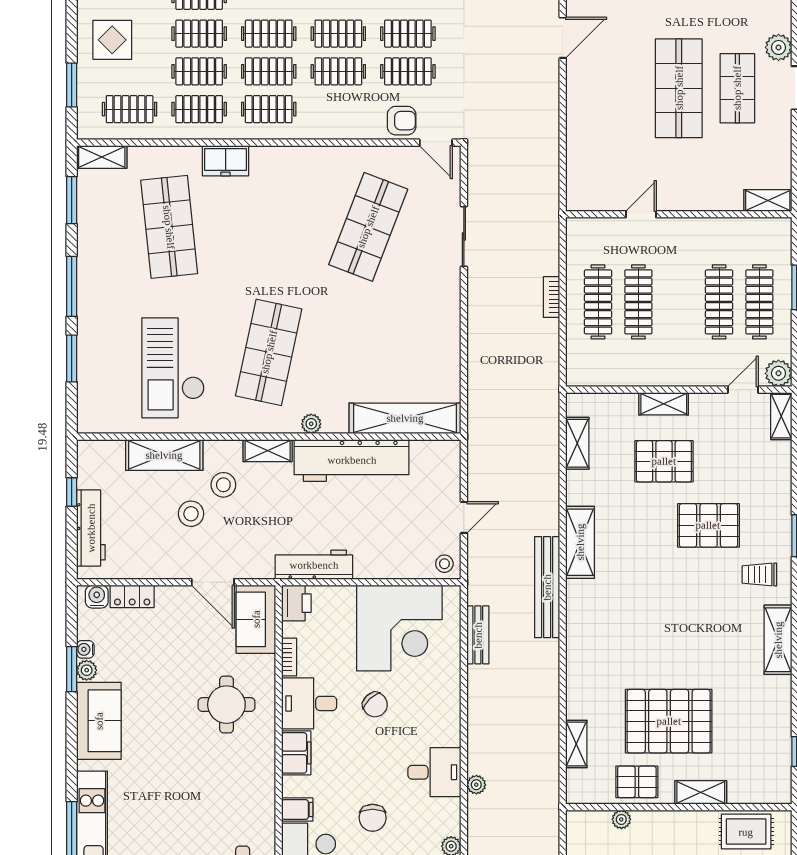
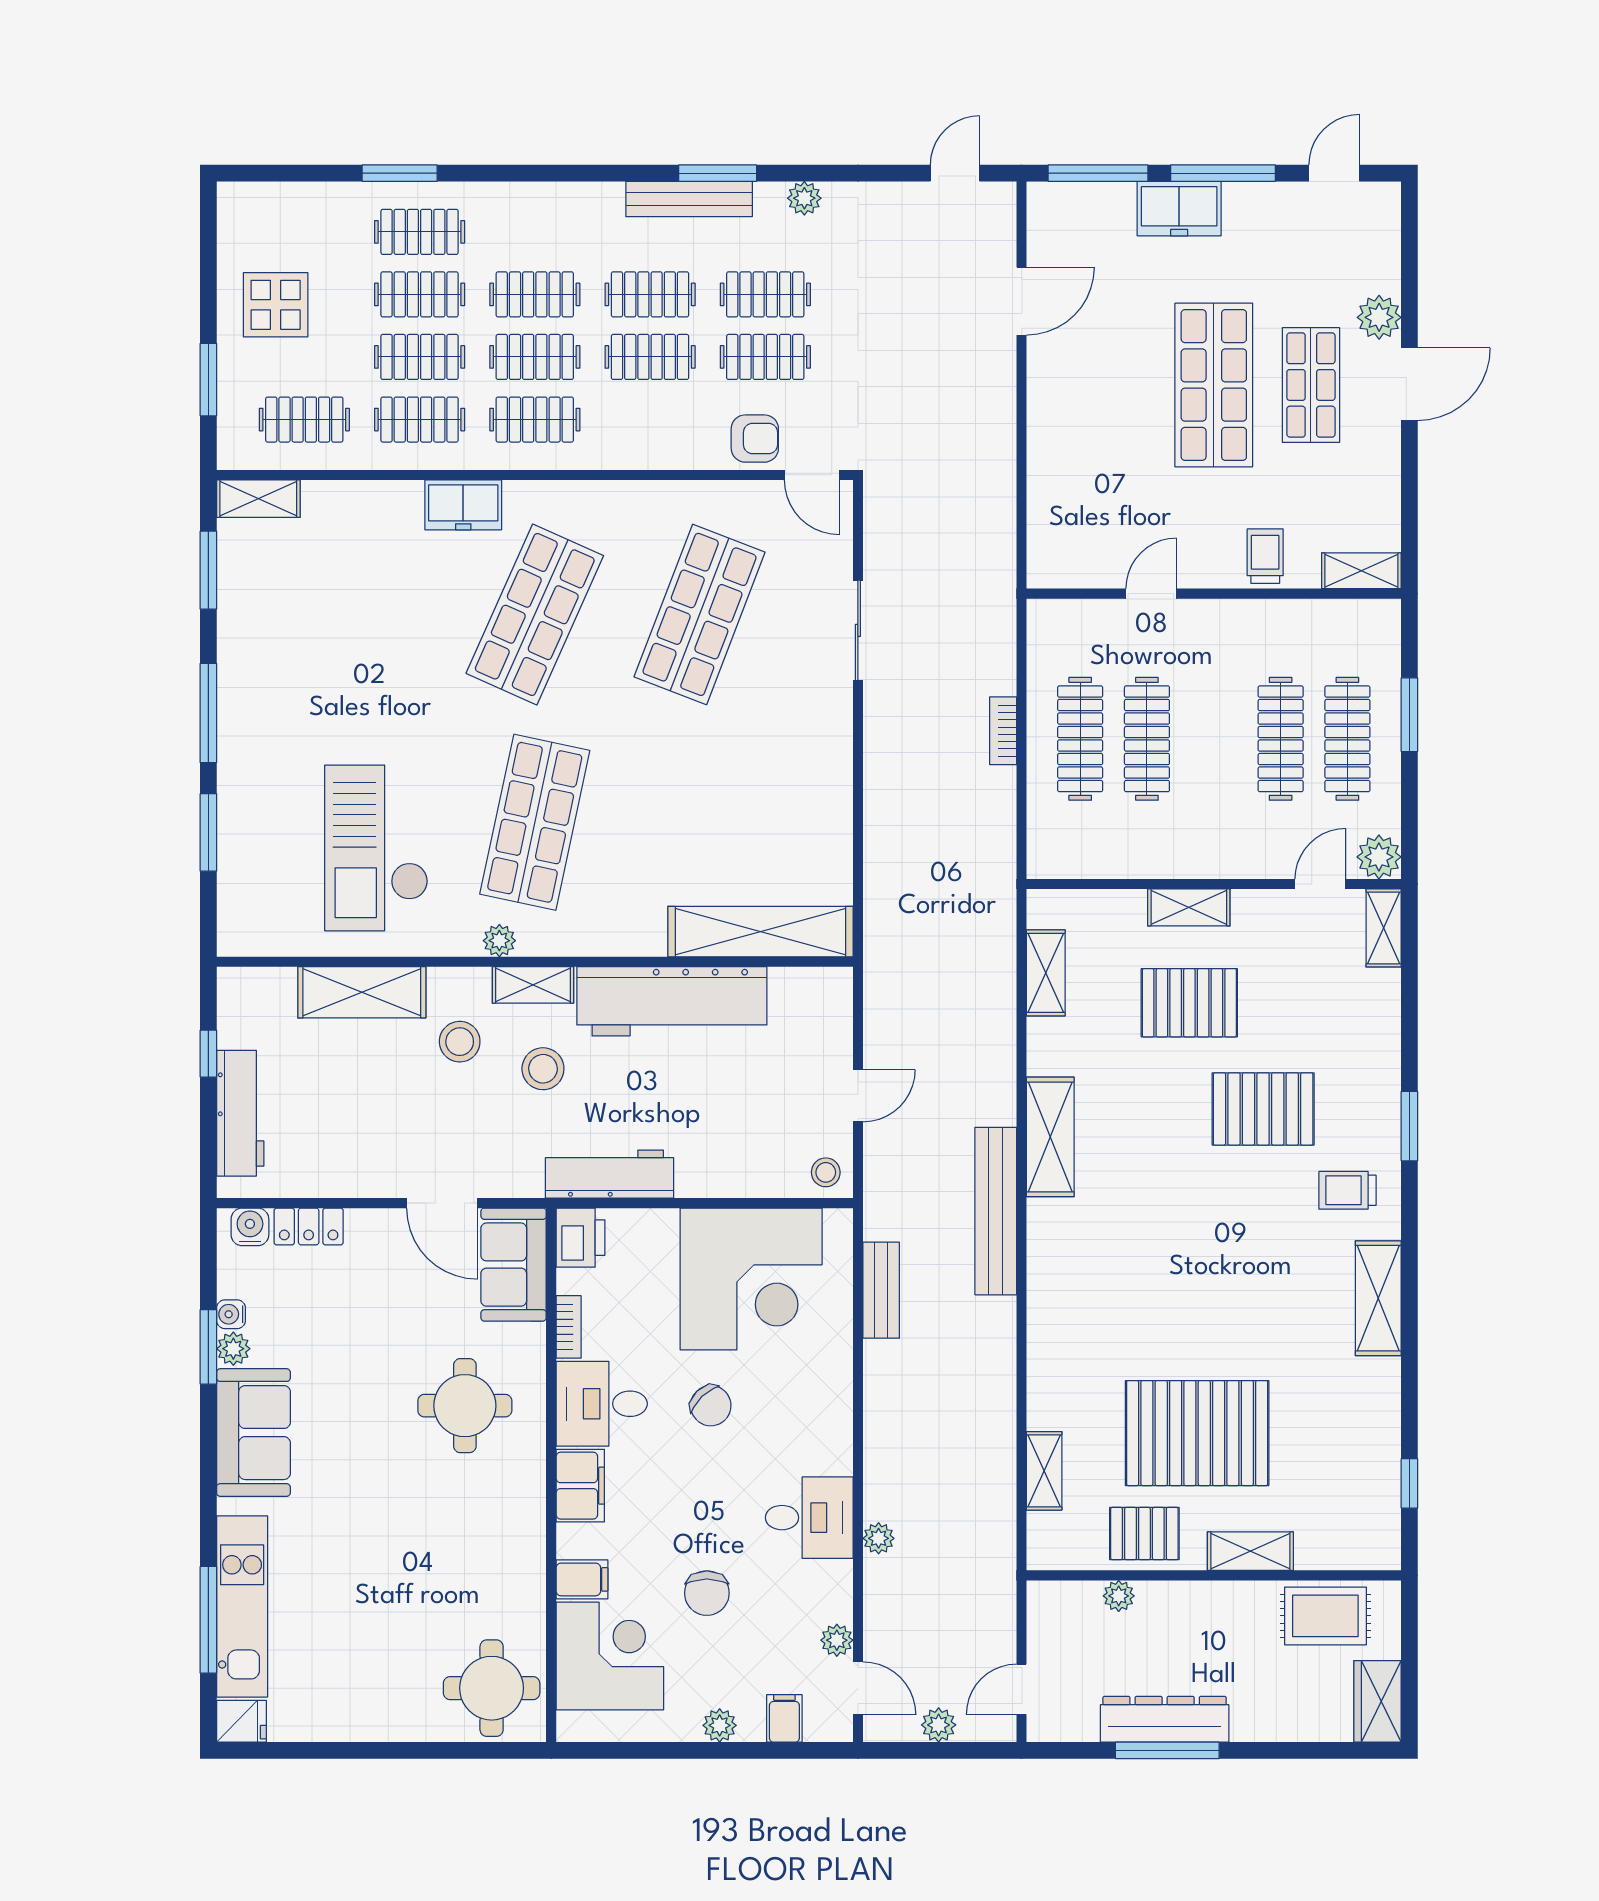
trolley: (710, 192) -> (1265, 556), added
shop shelf: (169, 227) -> (535, 614), moved, turned 30
plant: (311, 424) -> (499, 941), moved
stool: (191, 514) -> (543, 1069), moved

